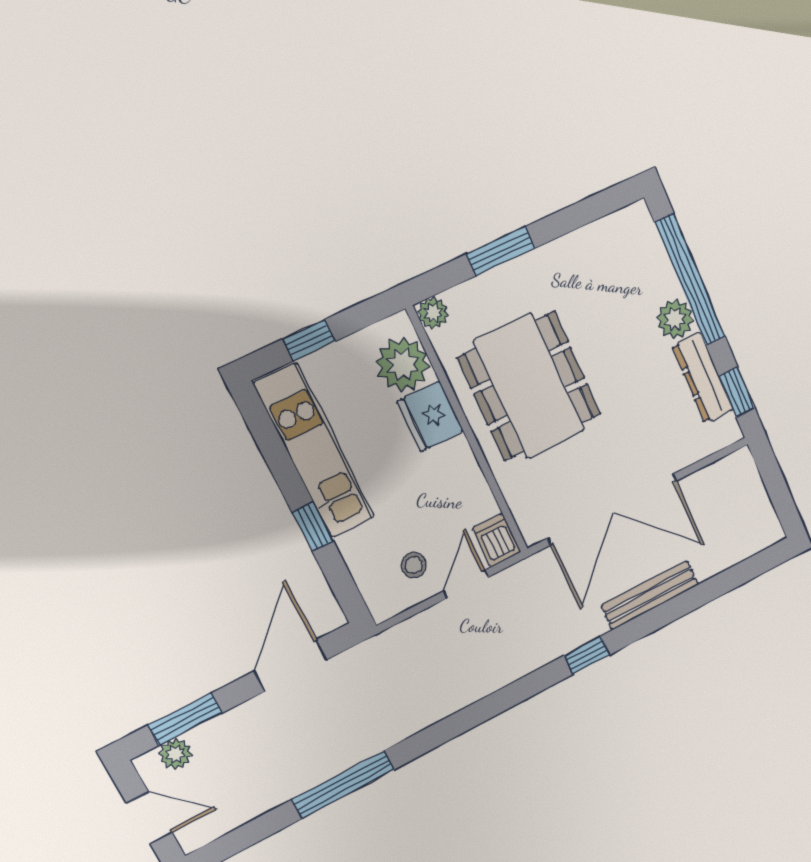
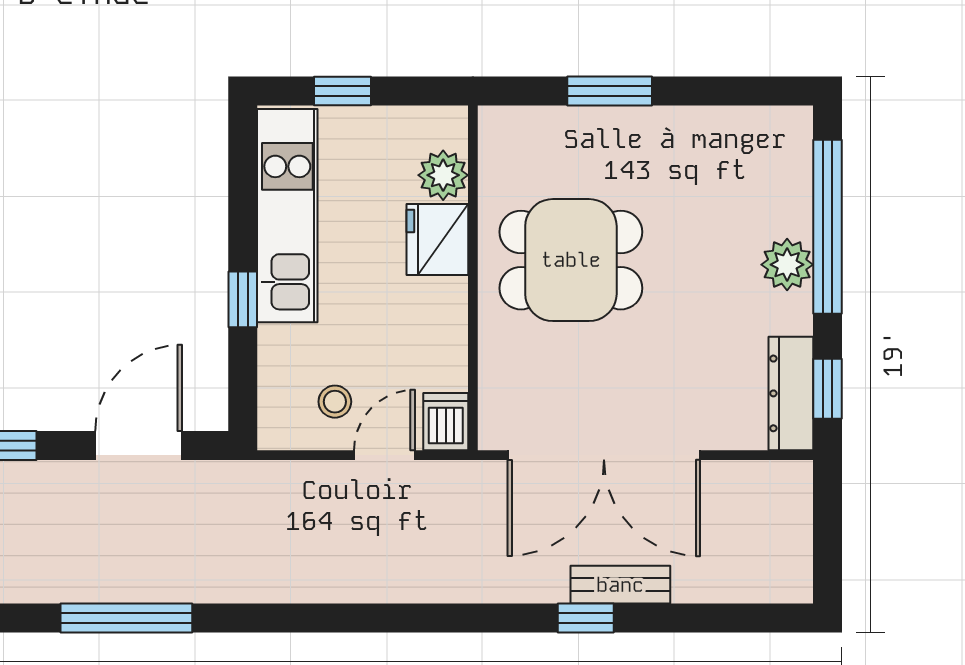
plant: (433, 313) -> (497, 125), removed
plant: (403, 364) -> (443, 175), width x0.73, depth x0.73
dresser: (703, 378) -> (791, 393), moved
dining table: (530, 386) -> (571, 260), width x0.73
bench: (650, 595) -> (620, 585), width x0.73
window: (587, 655) -> (586, 618), moved

